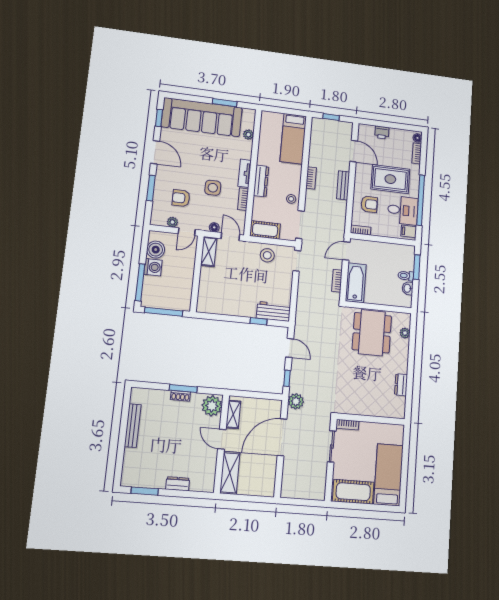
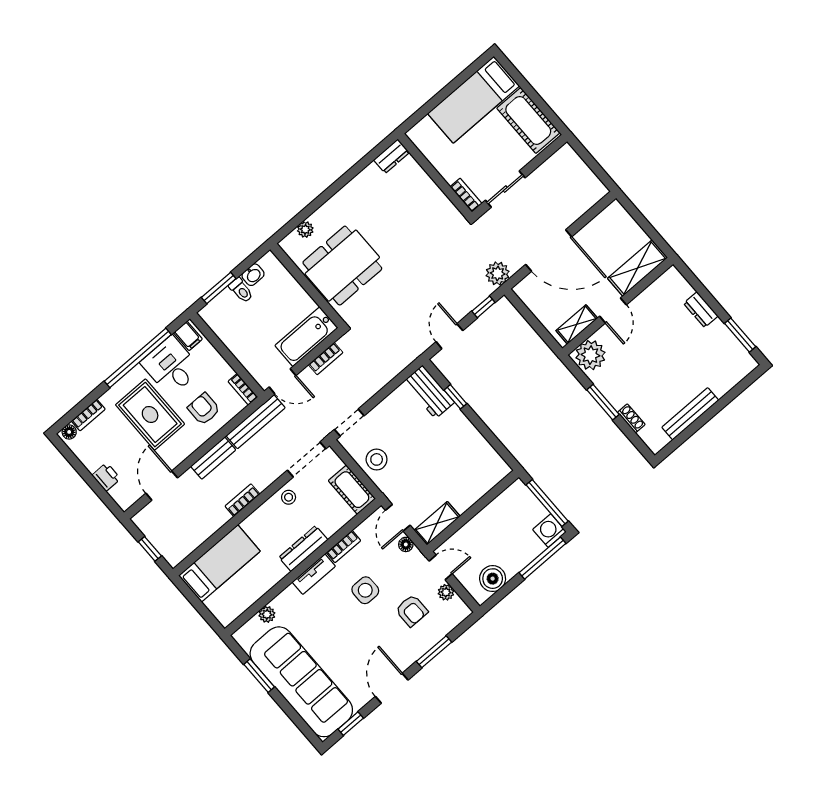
bench: (340, 220) -> (256, 422), added
washing machine: (153, 267) -> (549, 531), moved
dresser: (401, 385) -> (391, 156), moved
shoe rack: (180, 396) -> (631, 418), moved

